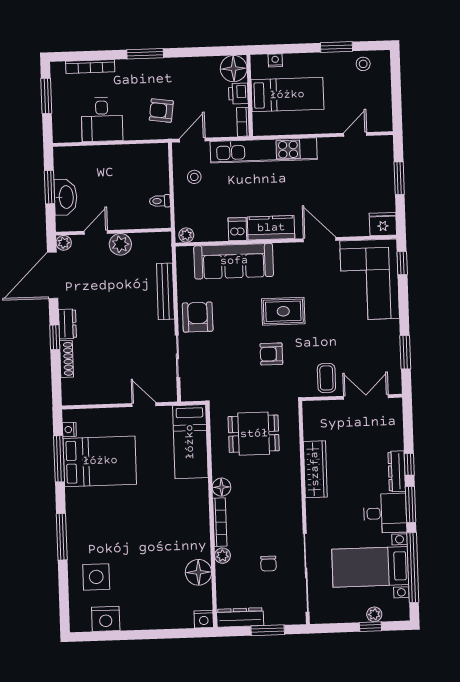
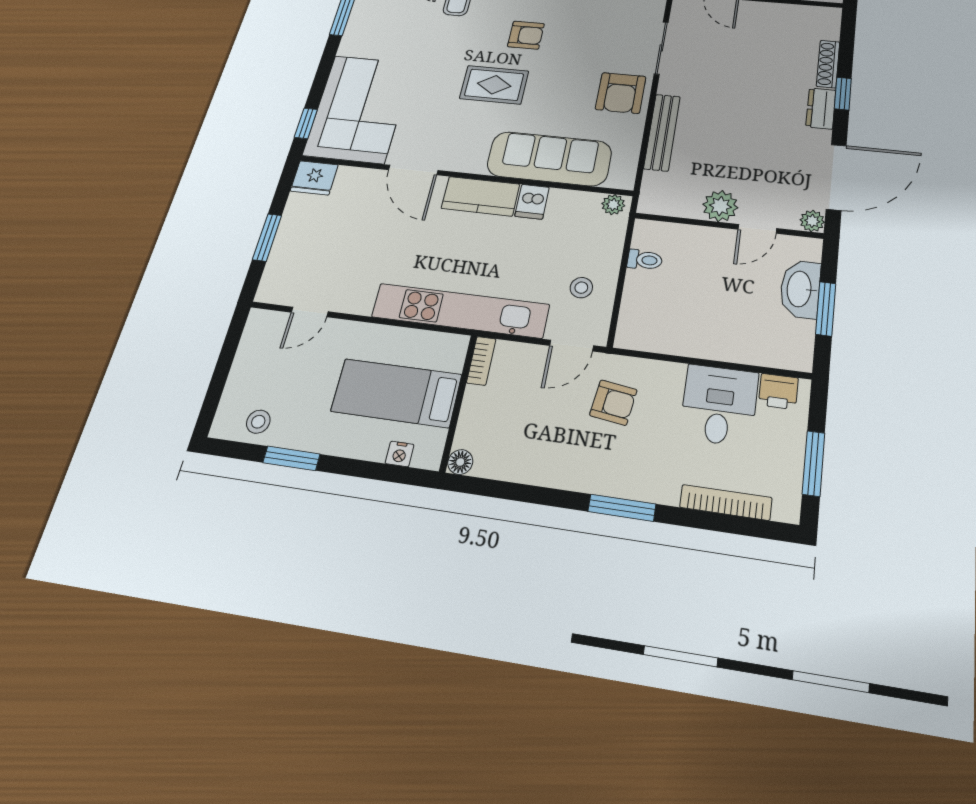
floor lamp: (234, 69) -> (460, 462), width x0.53, depth x0.53
printer: (238, 94) -> (778, 391), moved, turned 90

